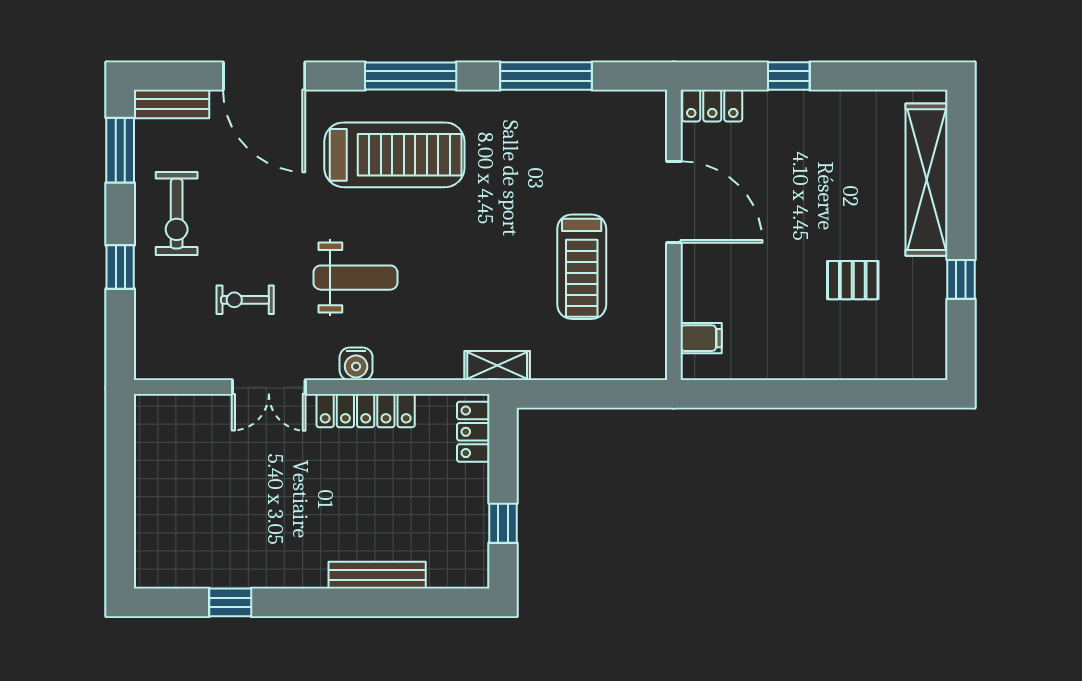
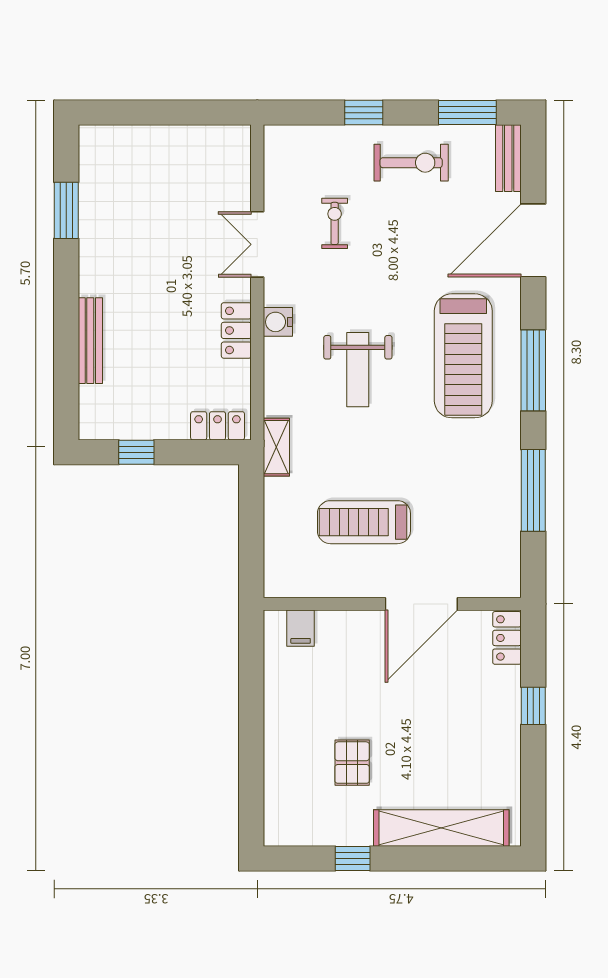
exercise bike: (177, 214) -> (411, 163), turned 180
weight bench: (355, 278) -> (358, 370), moved
locker: (366, 411) -> (236, 330), width x0.66
window: (230, 602) -> (66, 210), width x1.50

